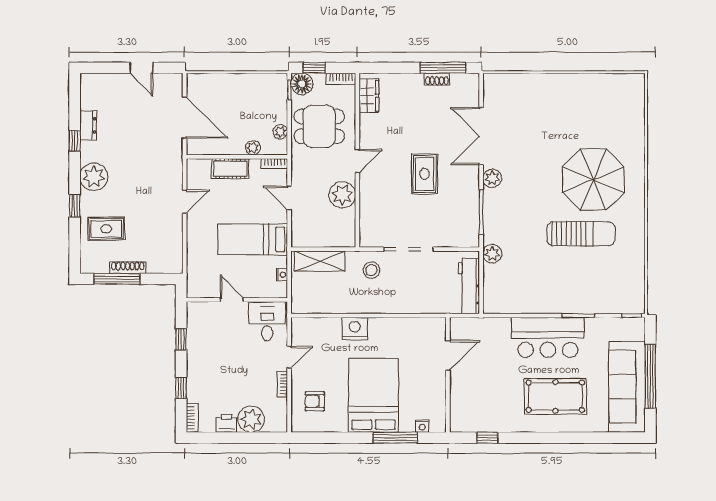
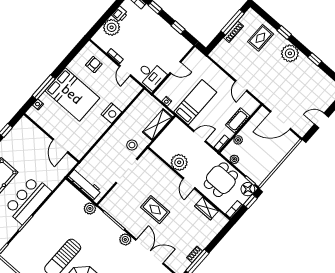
wardrobe: (369, 96) -> (207, 208), moved
dresser: (88, 125) -> (316, 72), removed

